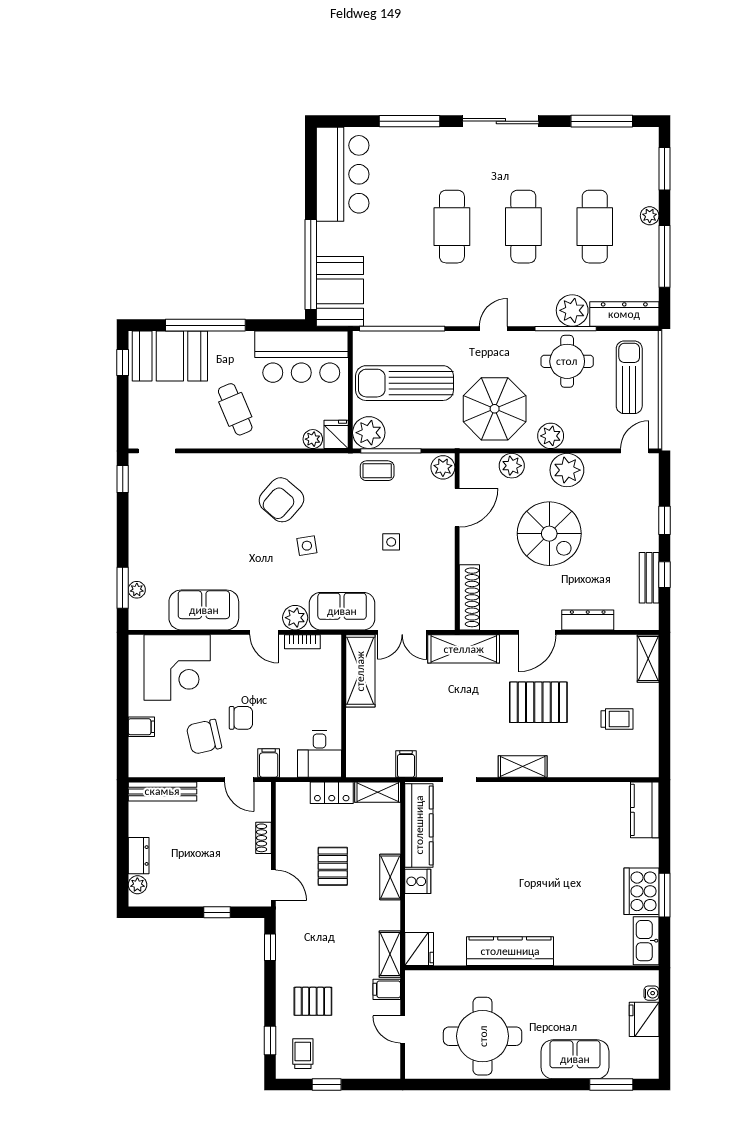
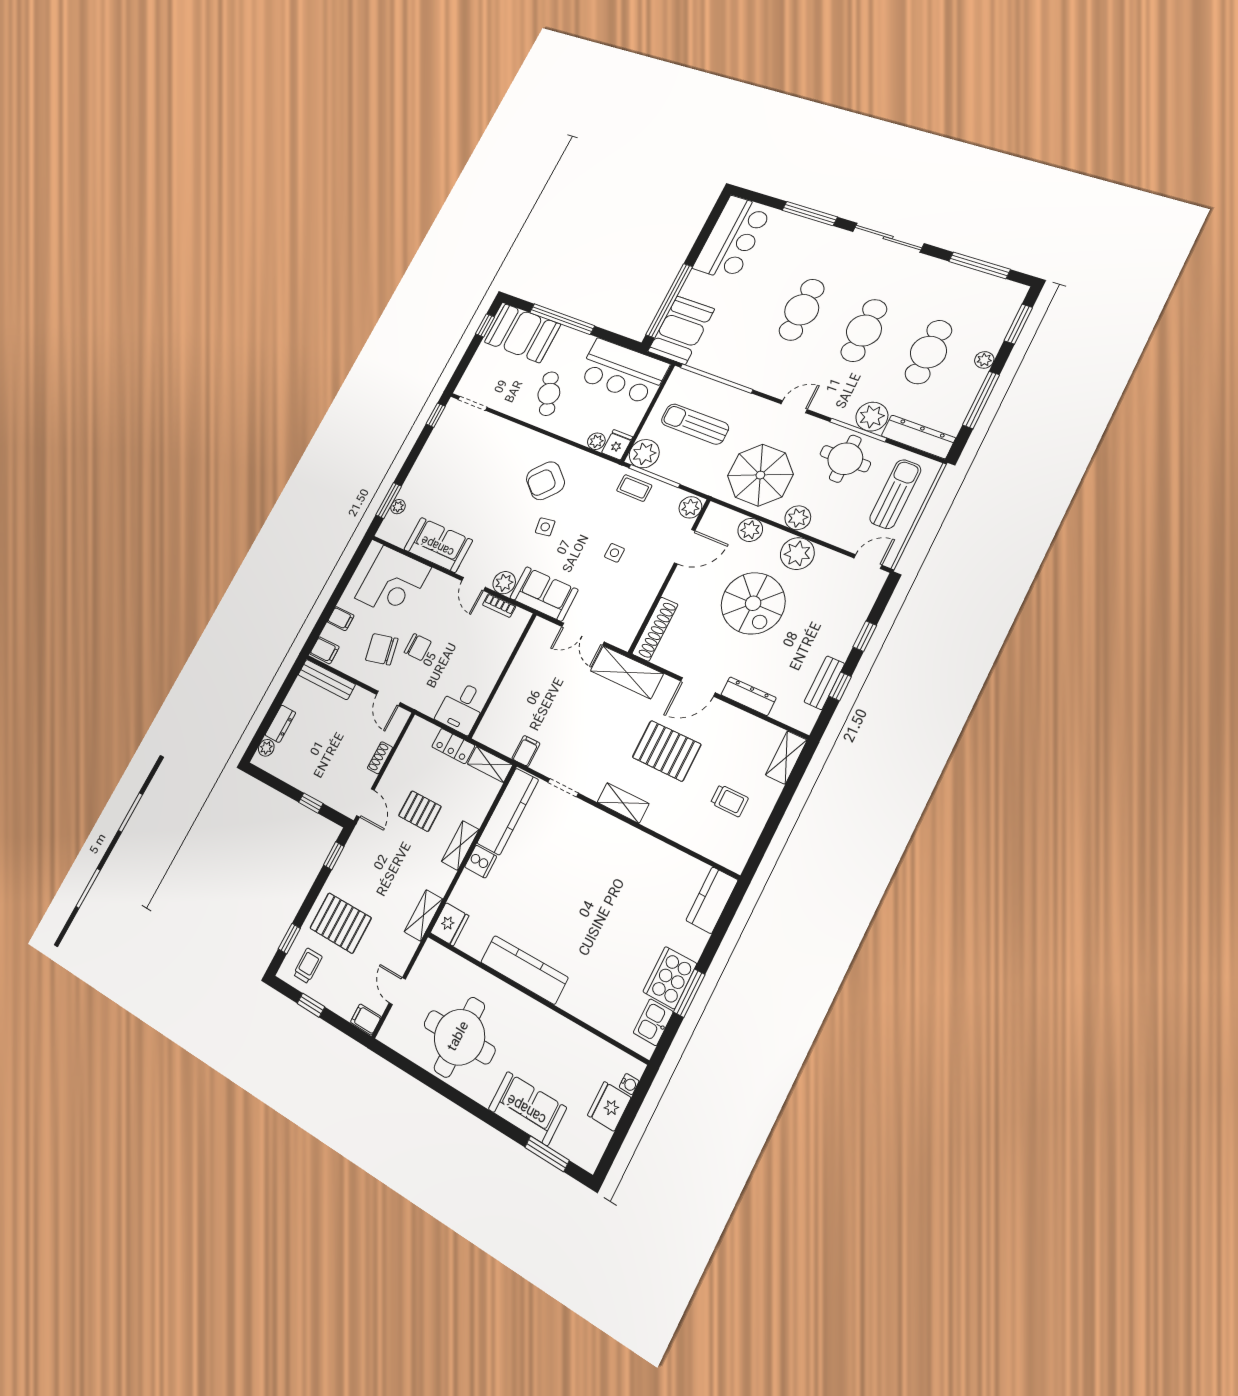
sun lounger: (404, 383) -> (695, 424), width x0.73, depth x0.75
shelving: (360, 671) -> (532, 652), removed
filing cabinet: (269, 763) -> (324, 650), moved, turned 90
pallet: (333, 866) -> (420, 811), turned 90
kitchen sink: (646, 941) -> (653, 1022), width x0.73
filing cabinet: (387, 989) -> (366, 1019), moved
pallet: (313, 1001) -> (341, 923), width x1.50, depth x1.42

